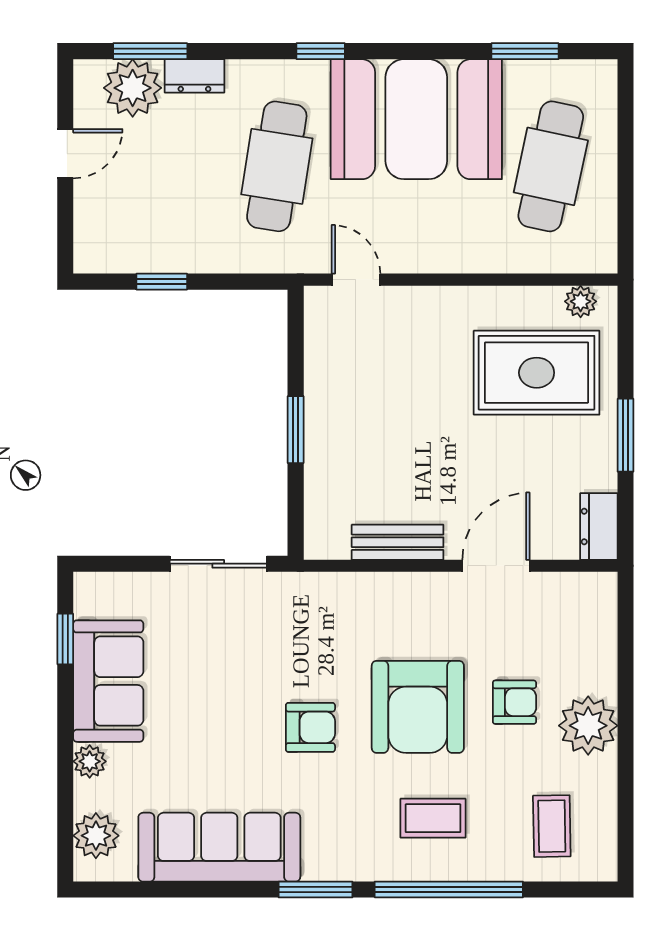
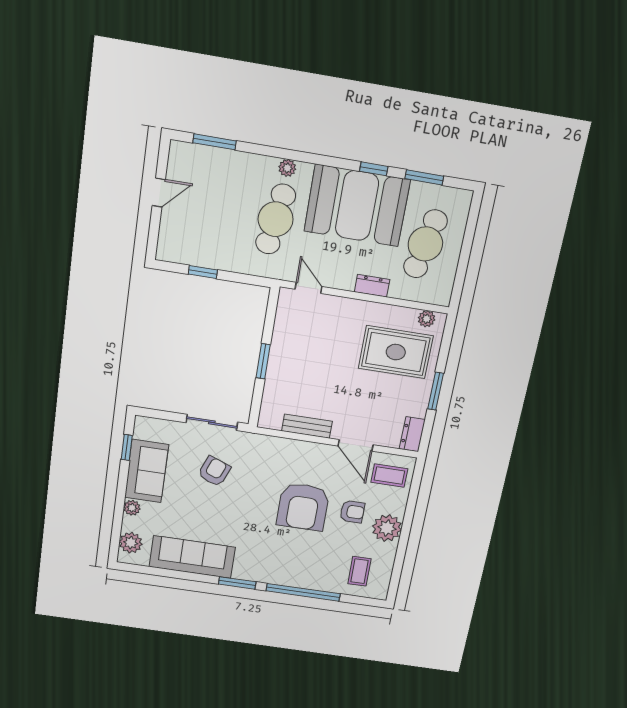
window: (321, 51) -> (374, 169), moved
dresser: (194, 76) -> (372, 286), moved, turned 180
plant: (133, 88) -> (287, 168), moved, width x0.53, depth x0.53
door: (496, 566) -> (356, 445), swing flipped
armchair: (310, 727) -> (214, 471), moved, turned -69
coffee table: (433, 818) -> (389, 476), moved

